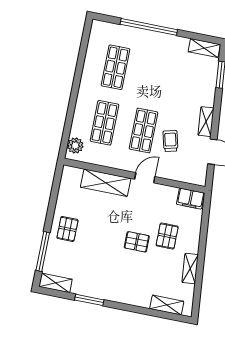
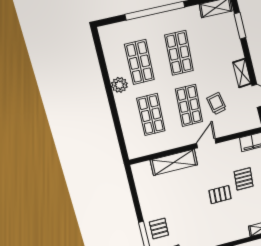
shop shelf: (155, 75) -> (179, 53), added
plant: (75, 146) -> (119, 85), moved
pallet: (67, 229) -> (159, 229), moved

